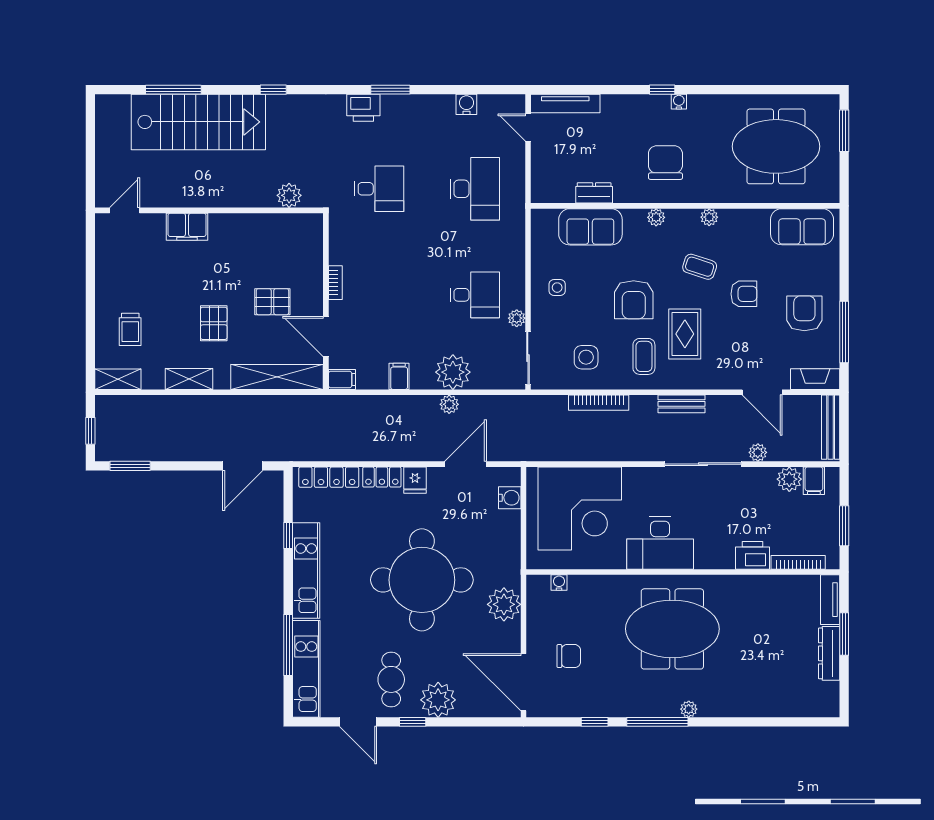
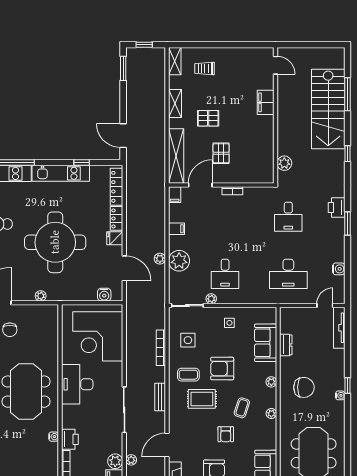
plant: (758, 452) -> (131, 460), moved
water cooler: (559, 583) -> (54, 437), moved
plant: (504, 604) -> (41, 296), width x0.53, depth x0.53

